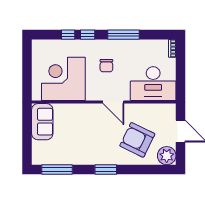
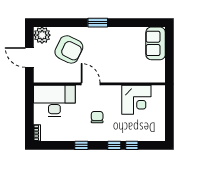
window: (124, 35) -> (81, 145), width x0.46
corner desk: (63, 79) -> (136, 100), width x0.74, depth x0.74
sofa: (42, 122) -> (156, 43), moved
window: (57, 169) -> (142, 23), removed

